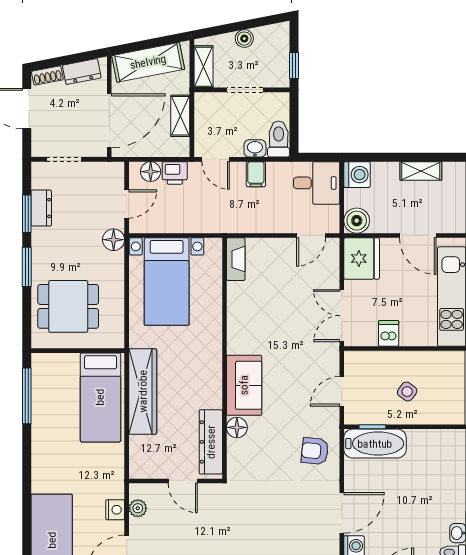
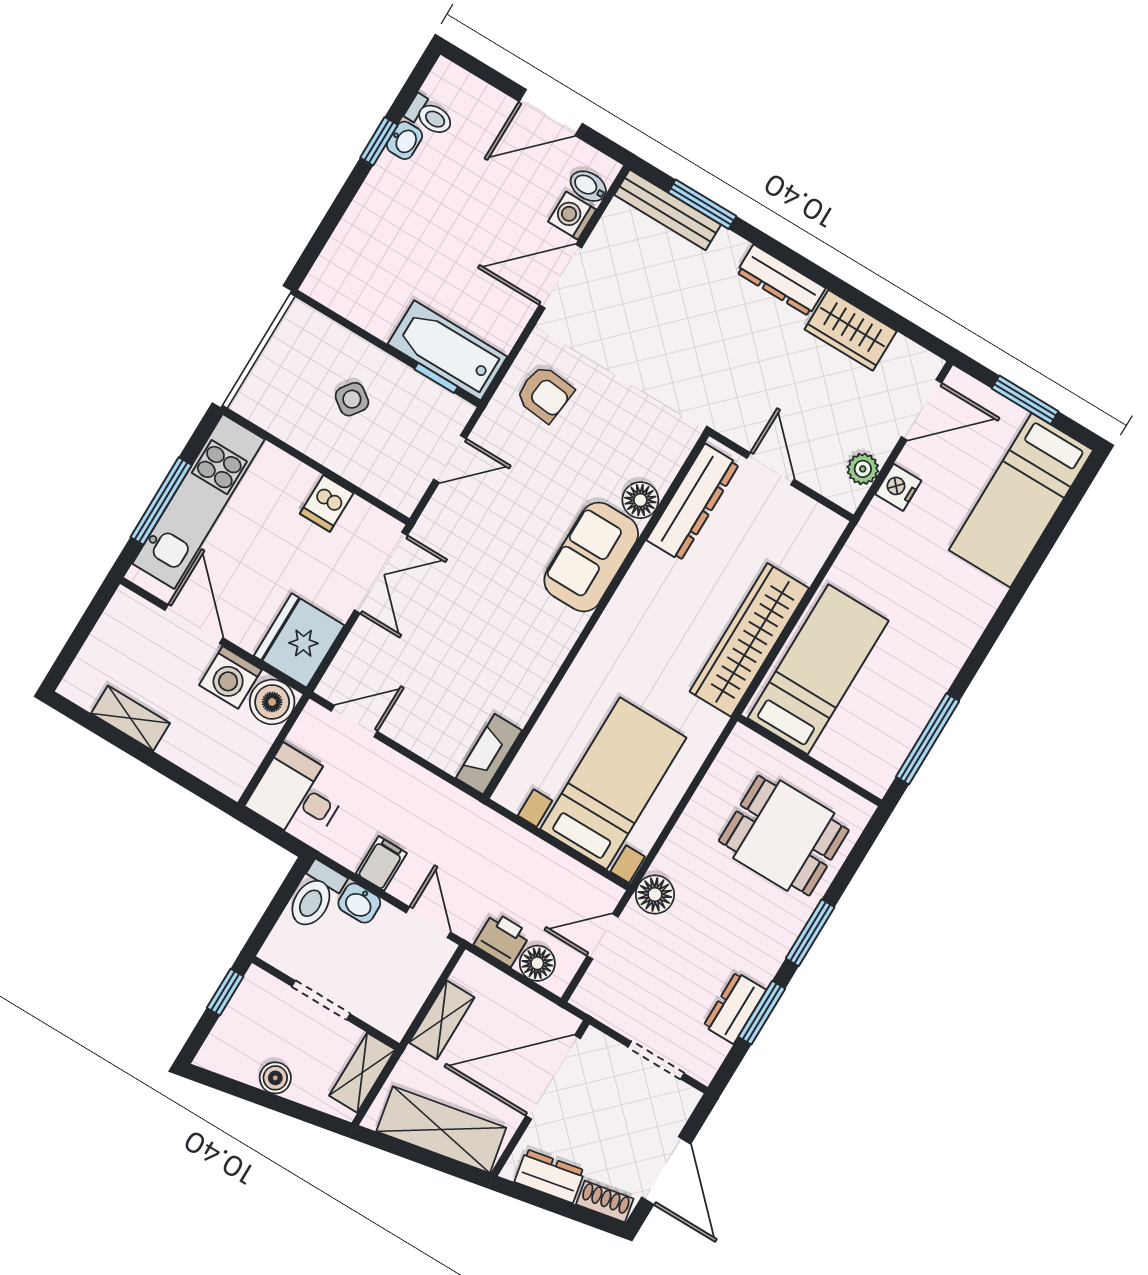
washing machine: (357, 175) -> (230, 677), moved, turned -90

